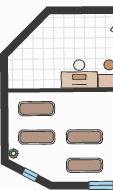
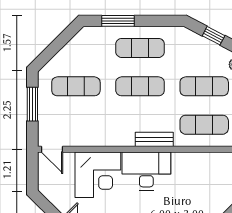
bench: (74, 97) -> (154, 139), added

